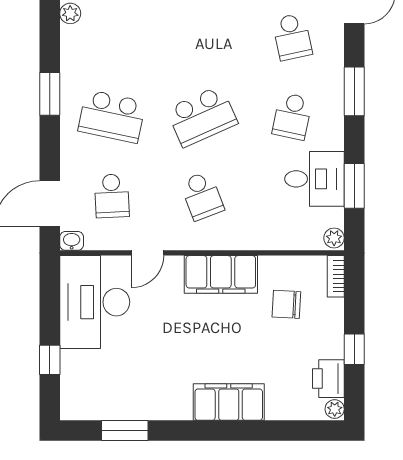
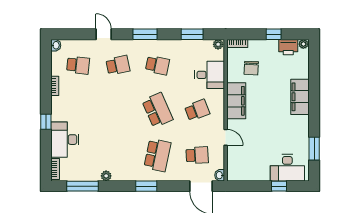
desk: (314, 179) -> (210, 75), moved, turned 90
desk: (95, 302) -> (287, 168), moved, width x0.73, depth x0.77

